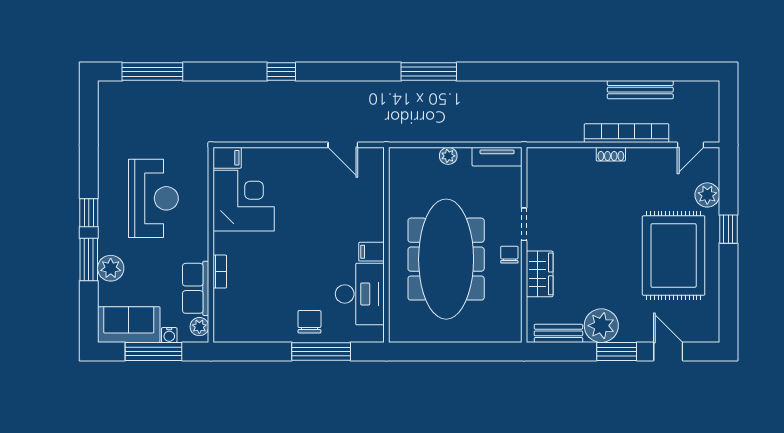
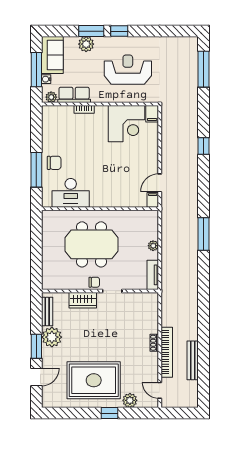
reception desk: (153, 198) -> (128, 70), turned 180
filing cabinet: (371, 252) -> (153, 200), moved
meeting table: (446, 259) -> (92, 244), width x0.73

